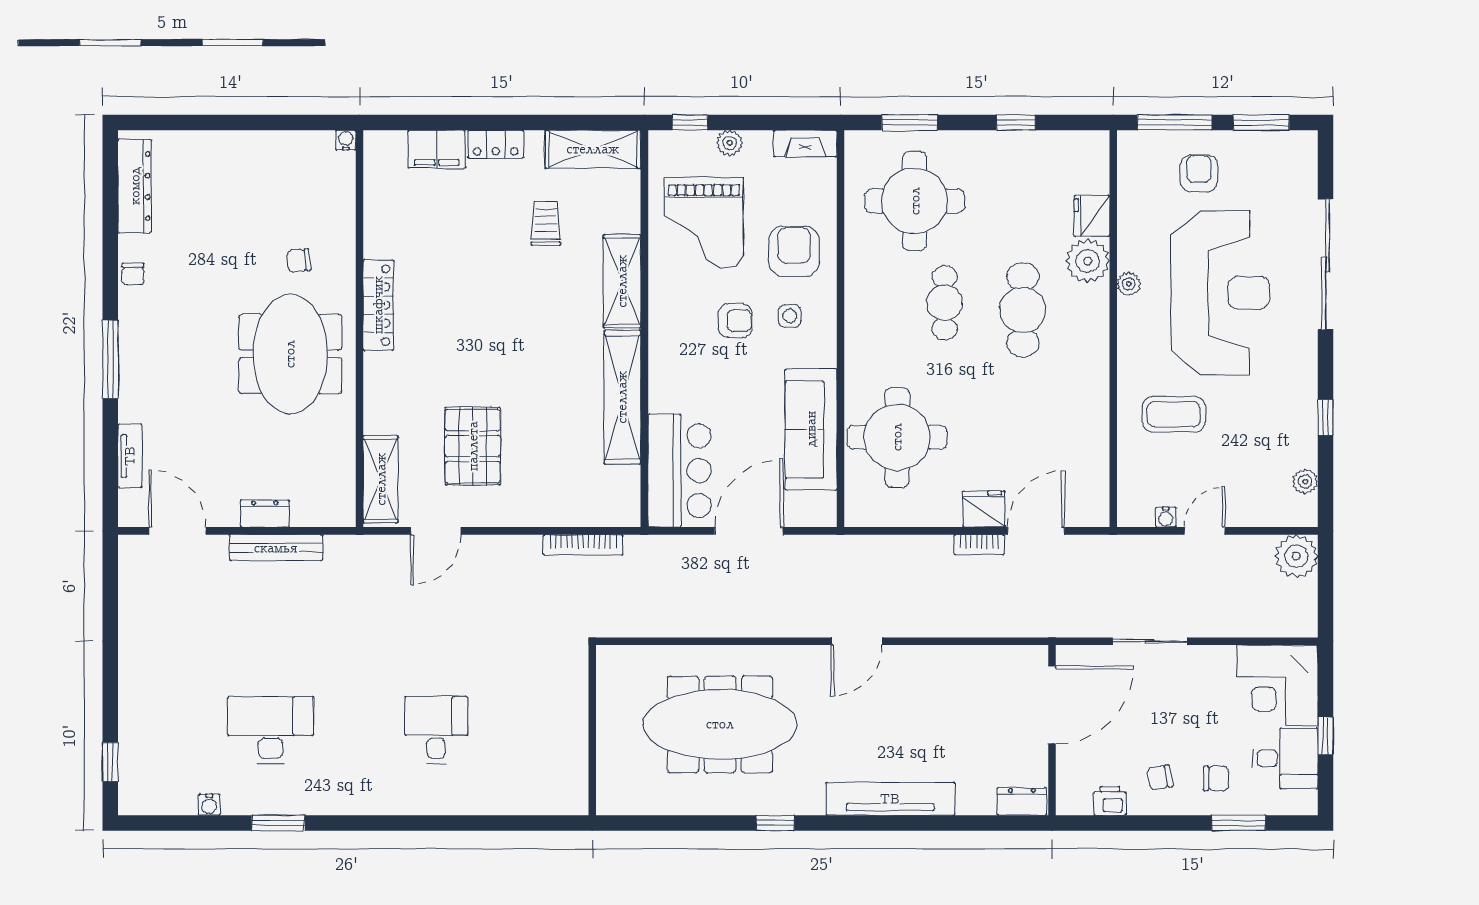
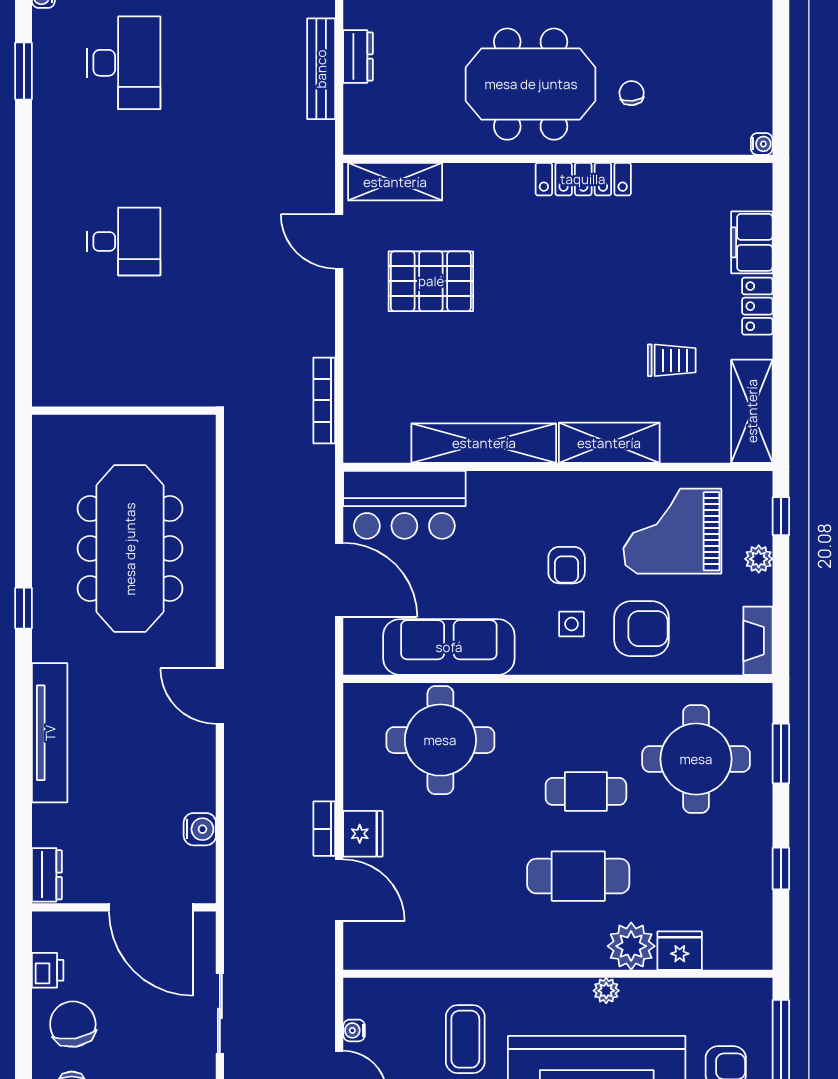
water cooler: (979, 660) -> (200, 829), added
chair: (1160, 777) -> (73, 1024), width x1.87, depth x1.87

